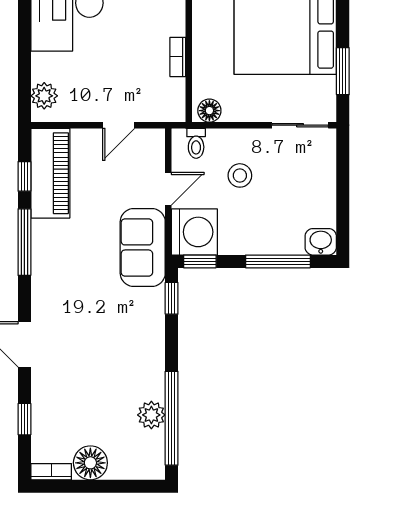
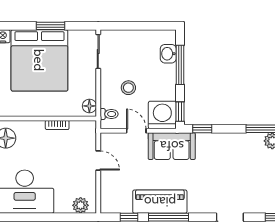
window: (343, 71) -> (51, 26), moved
piano: (50, 173) -> (160, 202), moved
washbasin: (321, 242) -> (168, 54), moved

